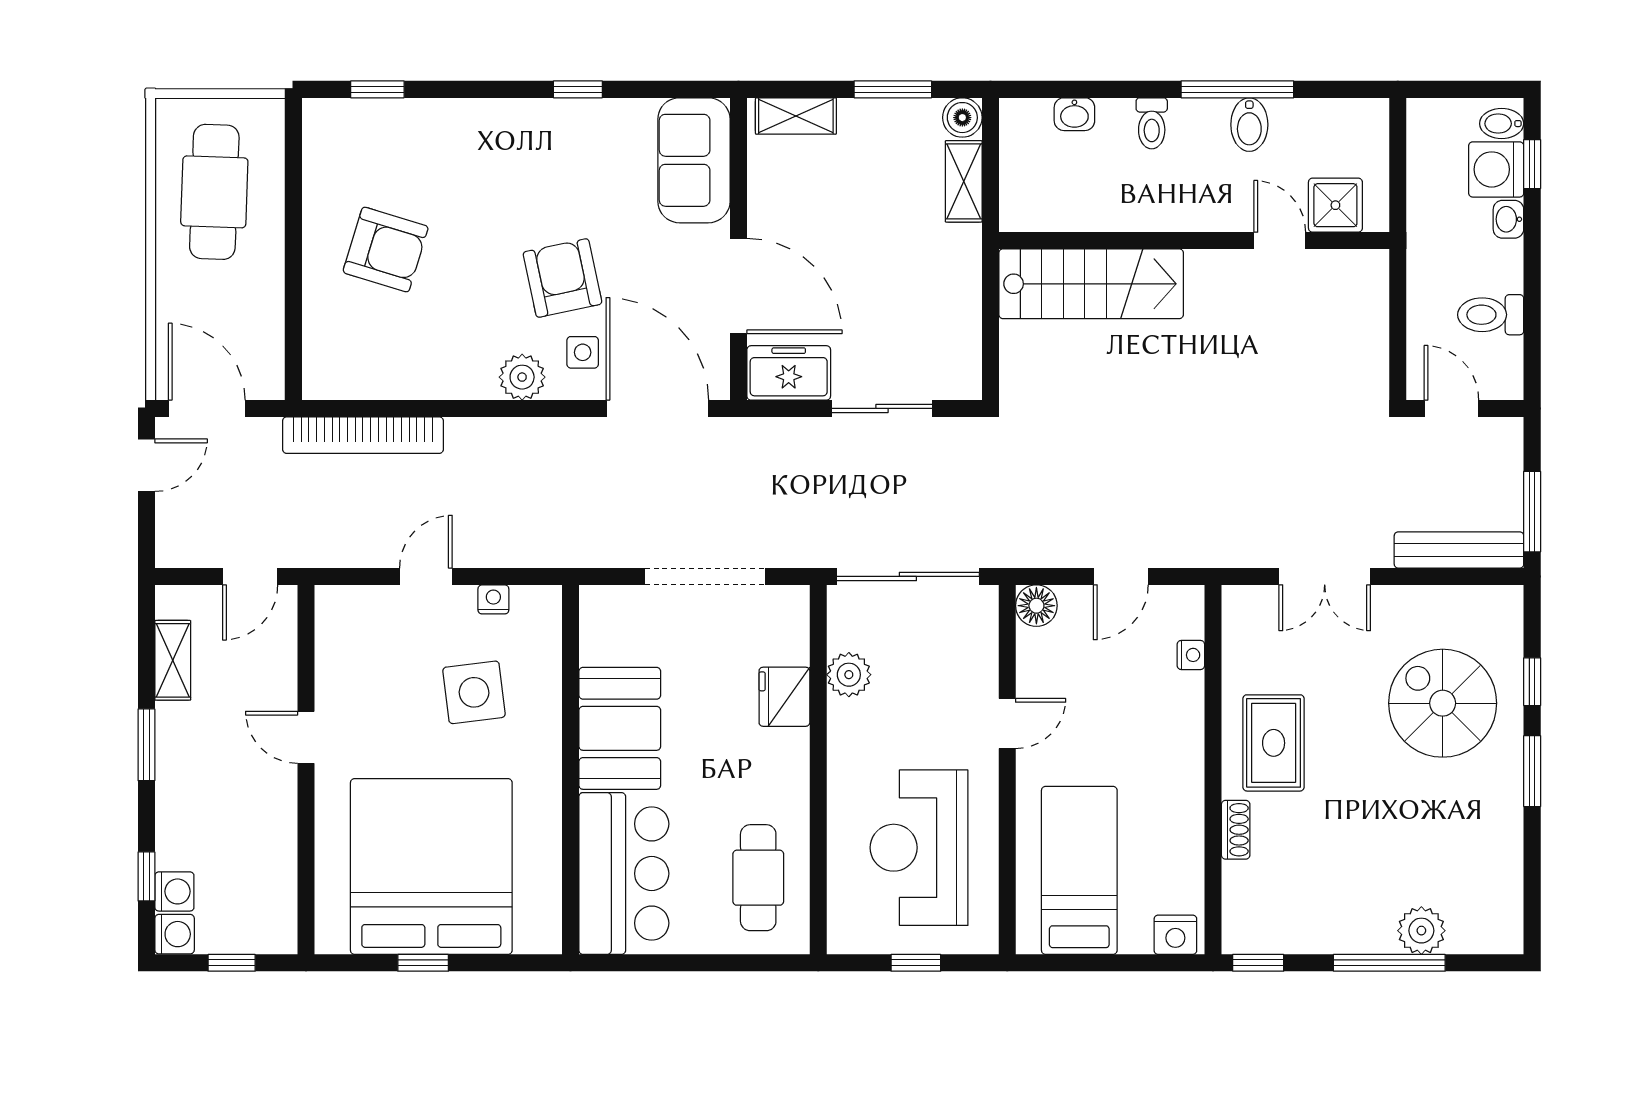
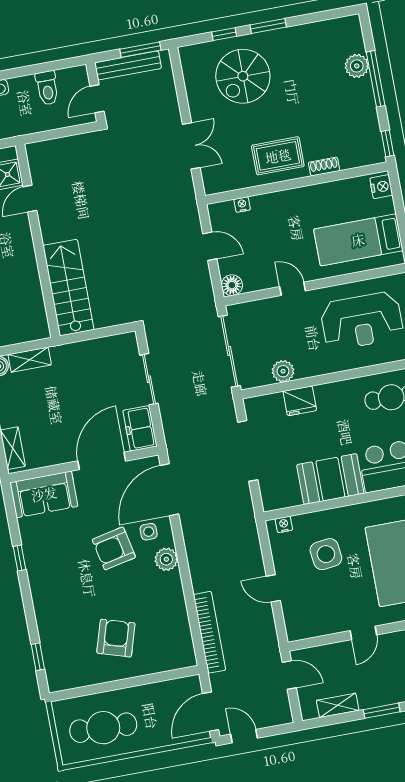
bench: (1459, 550) -> (128, 65), moved, turned 90
nightstand: (493, 599) -> (284, 524), moved, turned 90

